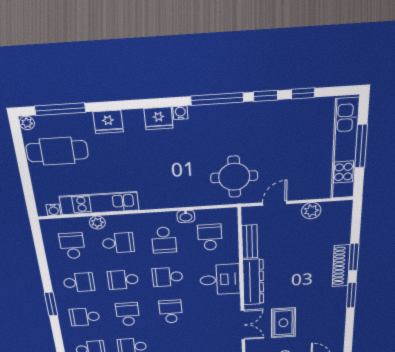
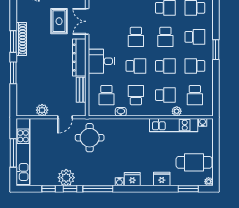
window: (60, 109) -> (188, 189), width x0.69
plant: (272, 114) -> (66, 178), added
school desk: (118, 243) -> (165, 95), turned 180
shoe rack: (341, 266) -> (21, 39), moved

